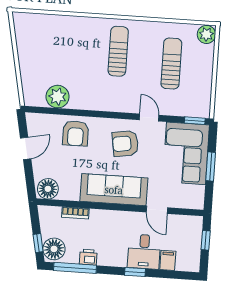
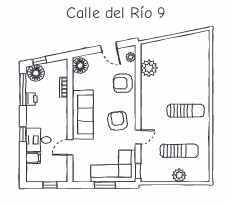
plant: (206, 34) -> (179, 175), moved
plant: (41, 120) -> (131, 57), added

